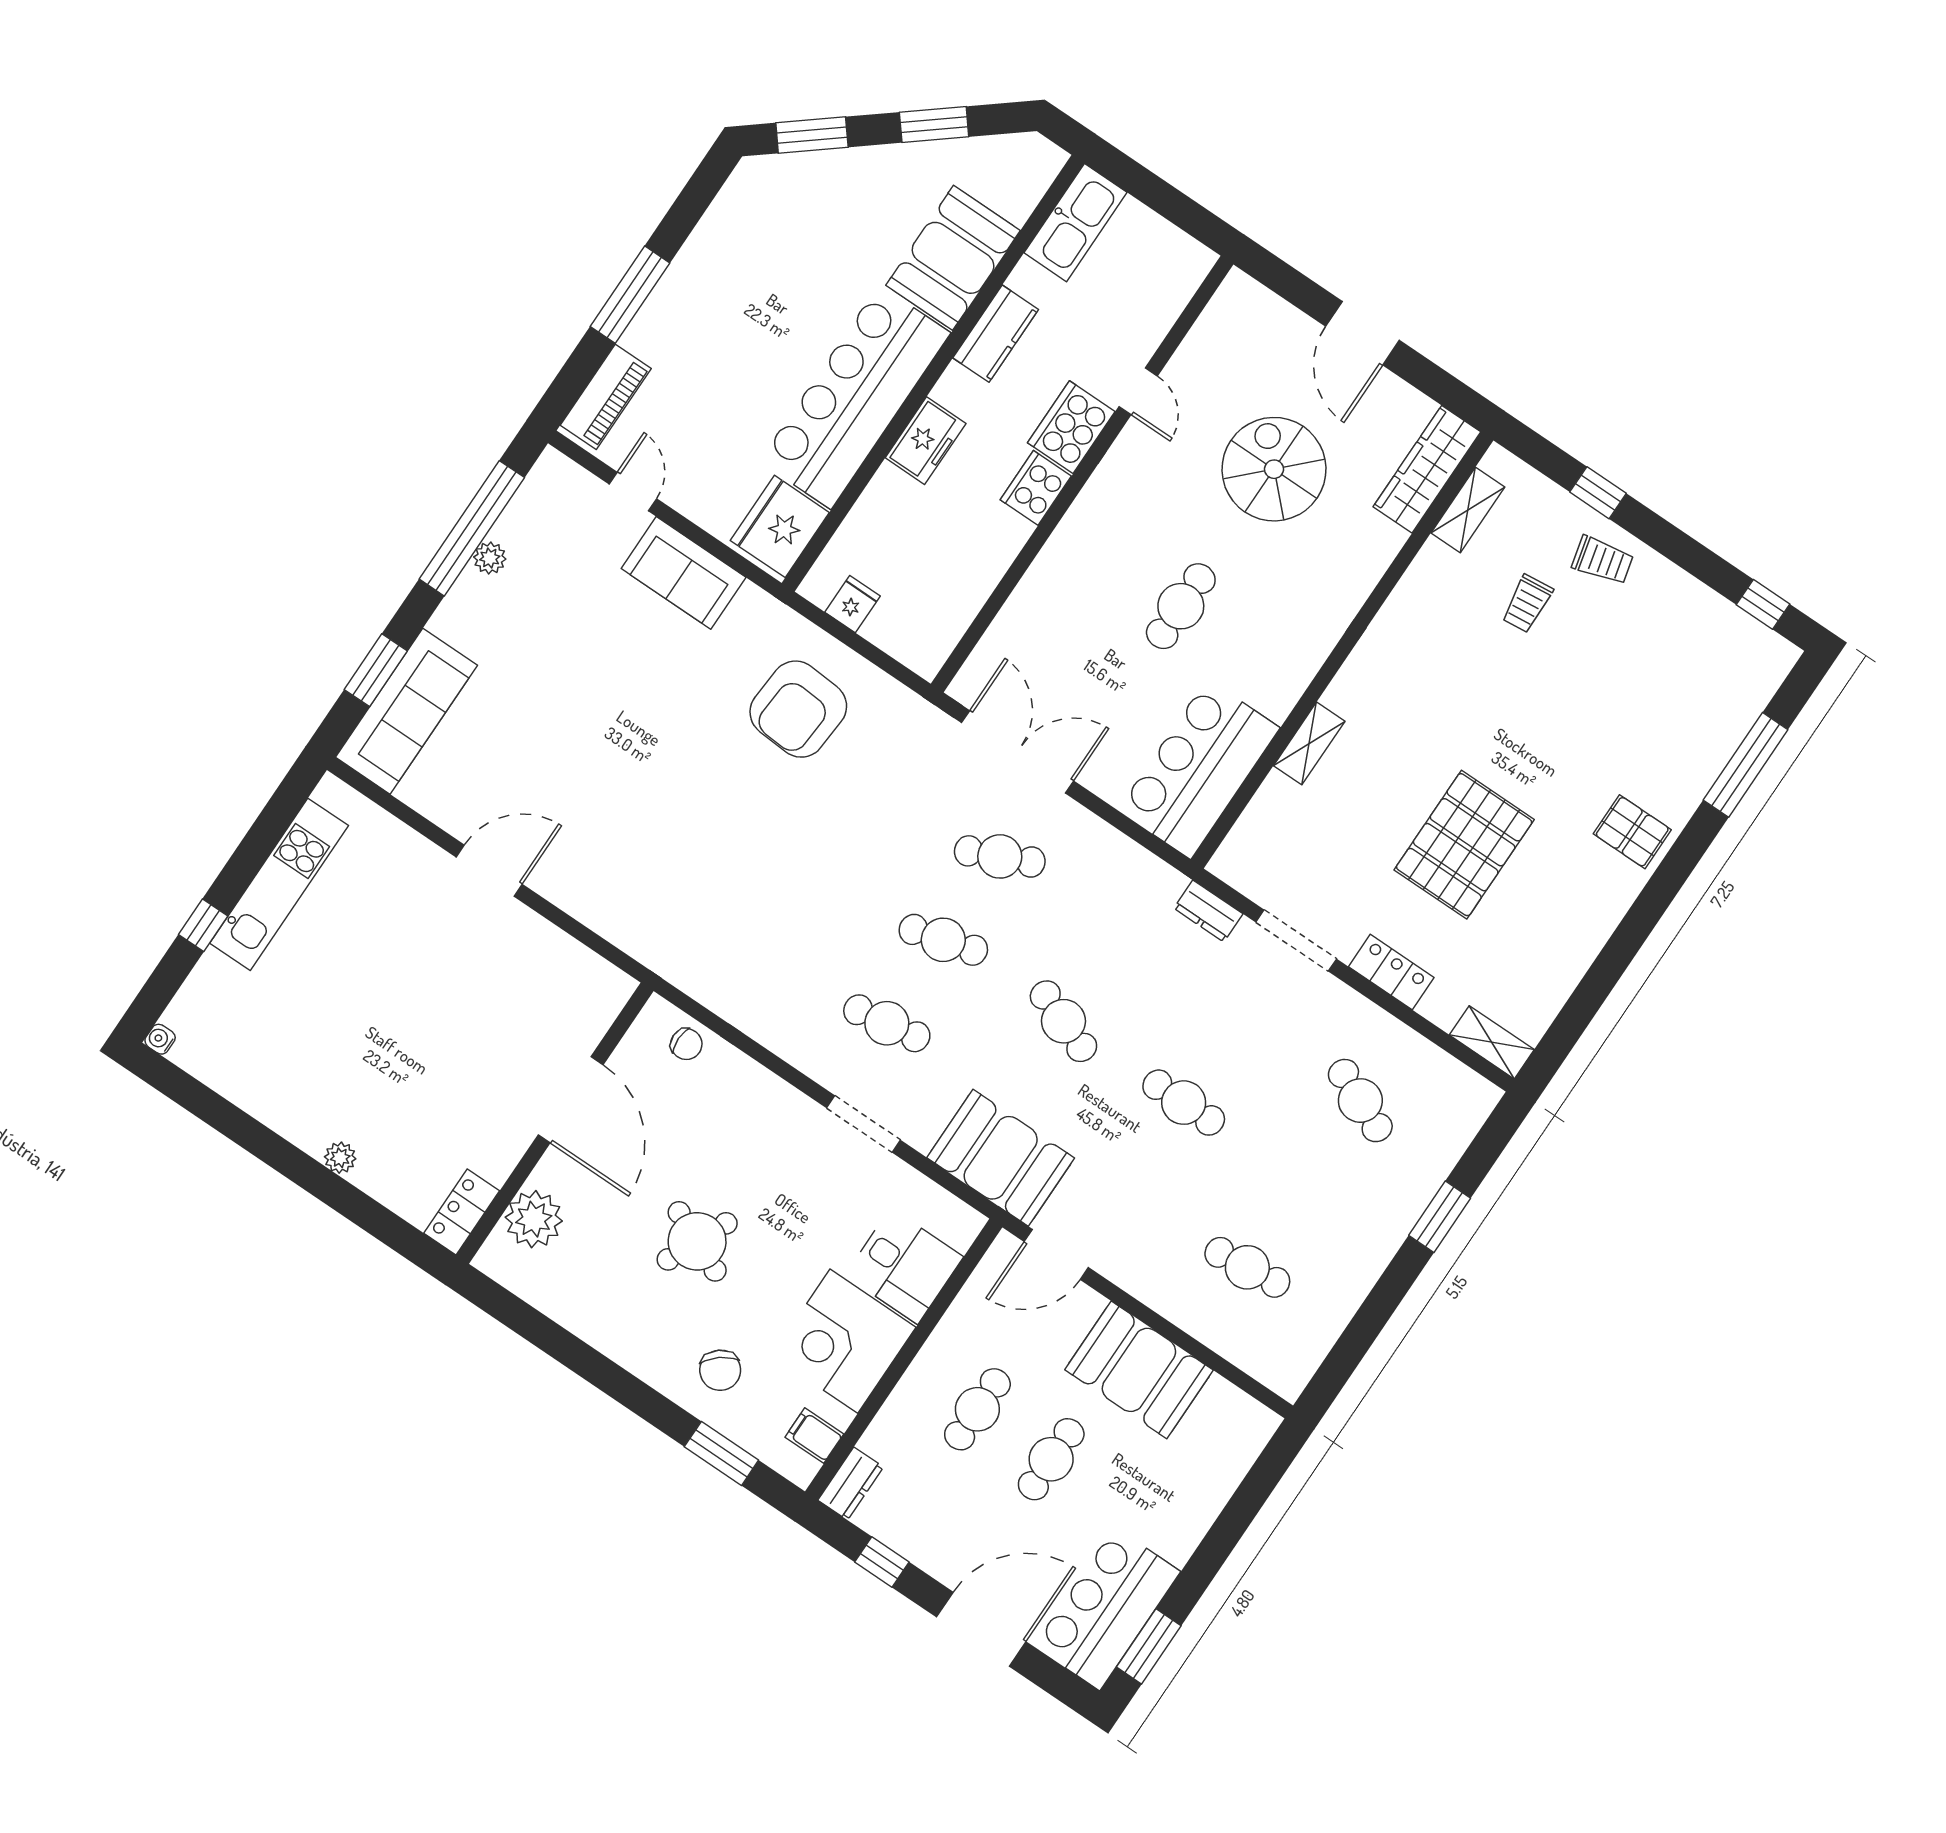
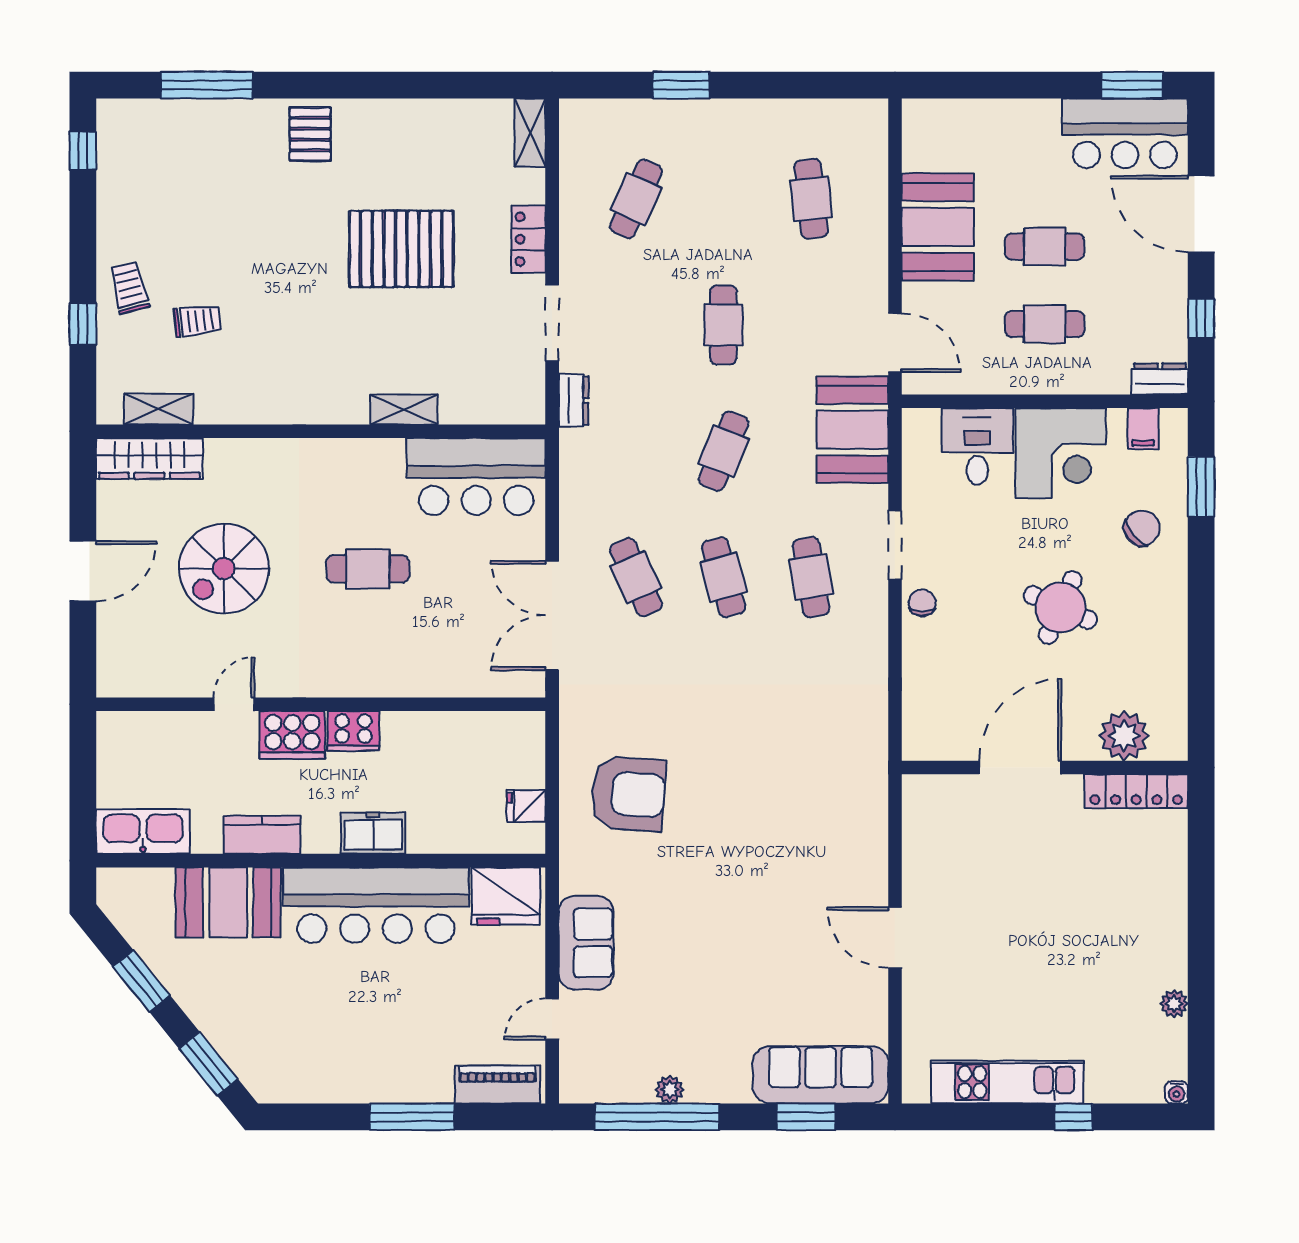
chair: (686, 1044) -> (922, 603), moved
plant: (340, 1158) -> (1174, 1004), moved
locker: (462, 1212) -> (1136, 791), width x1.53

